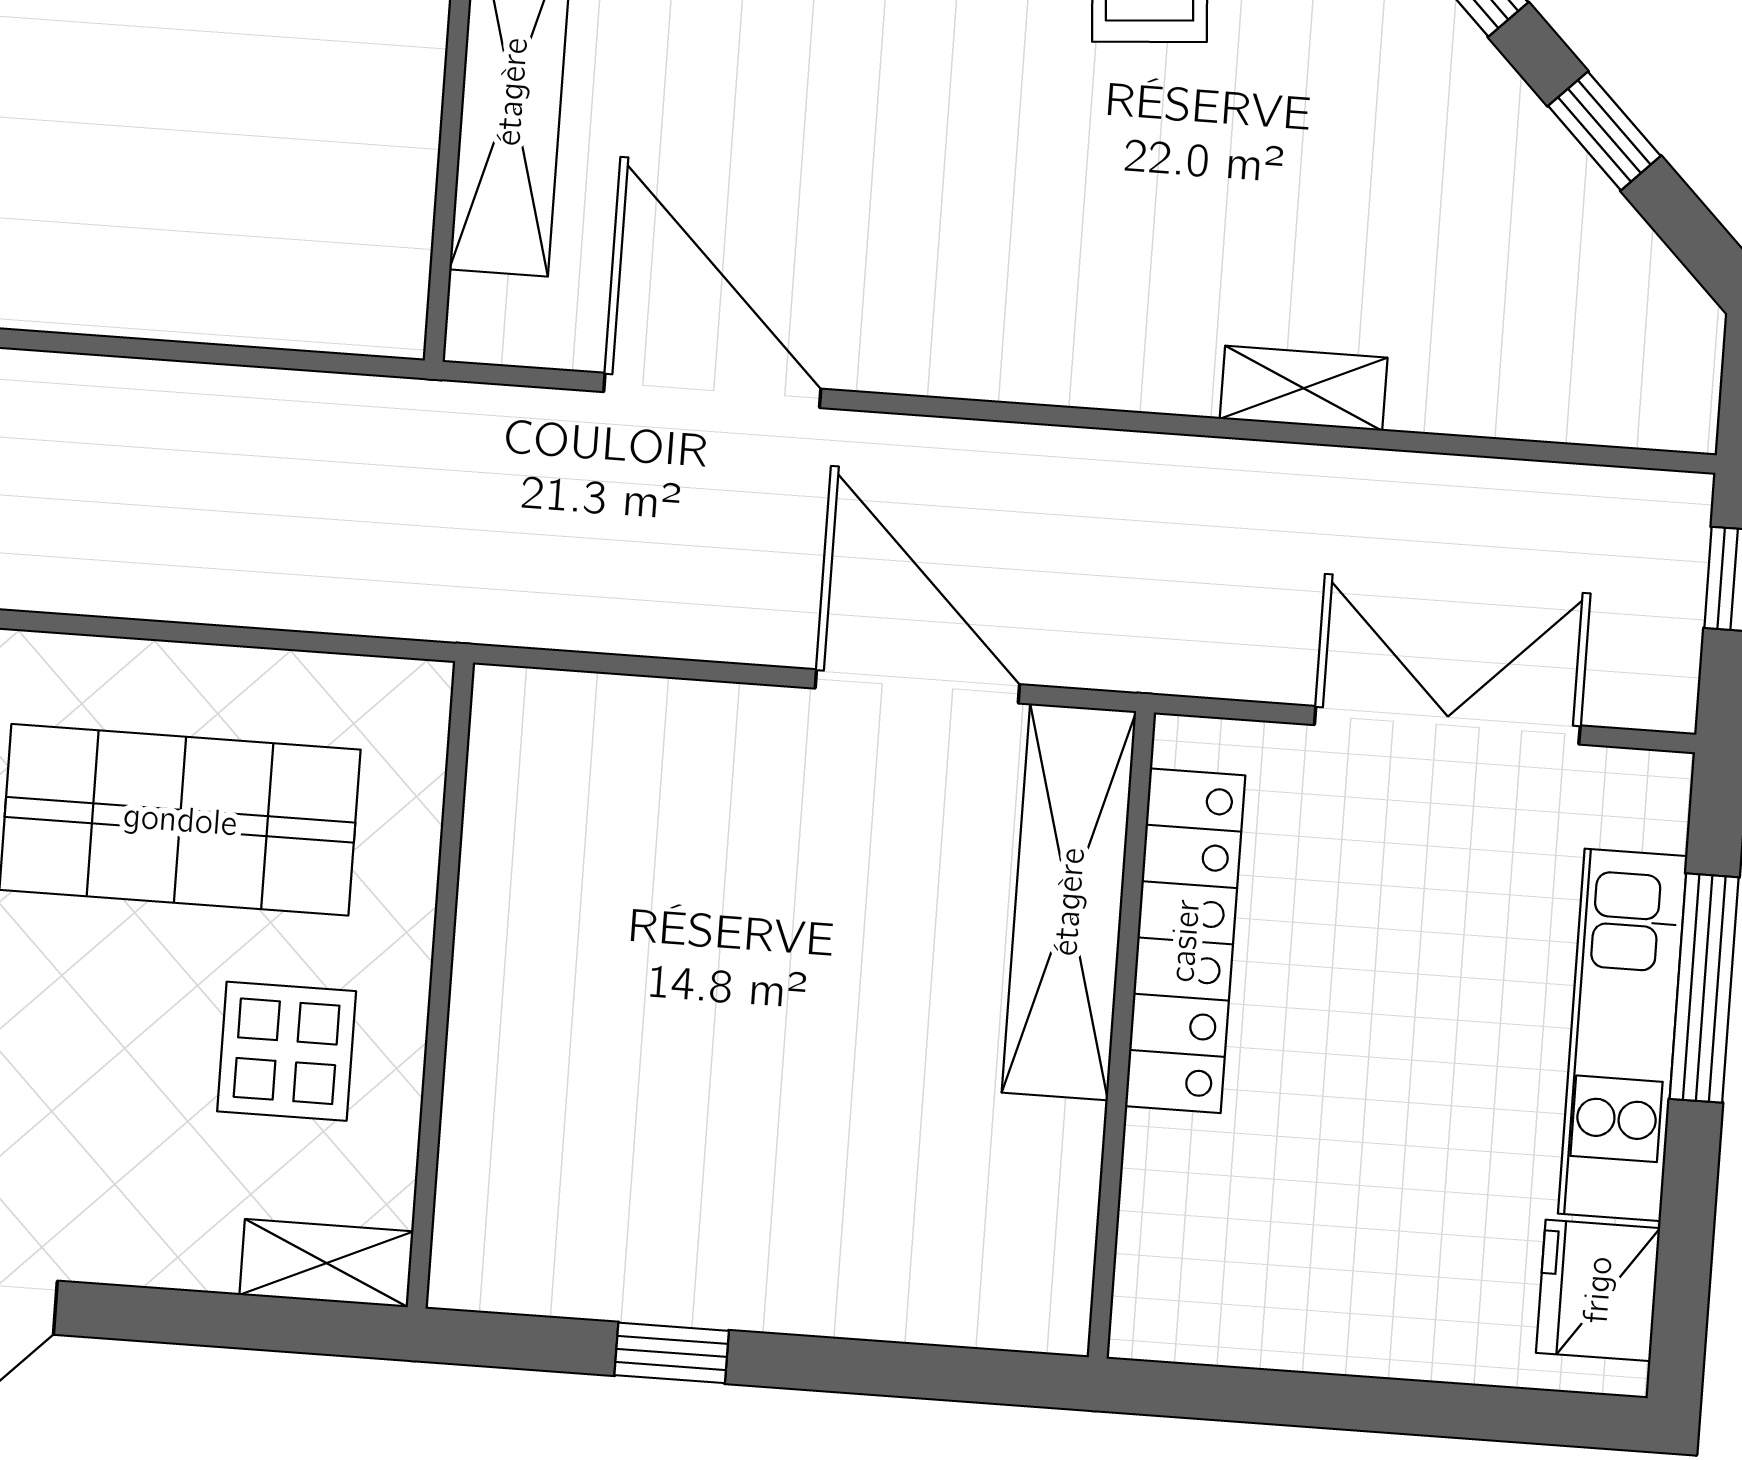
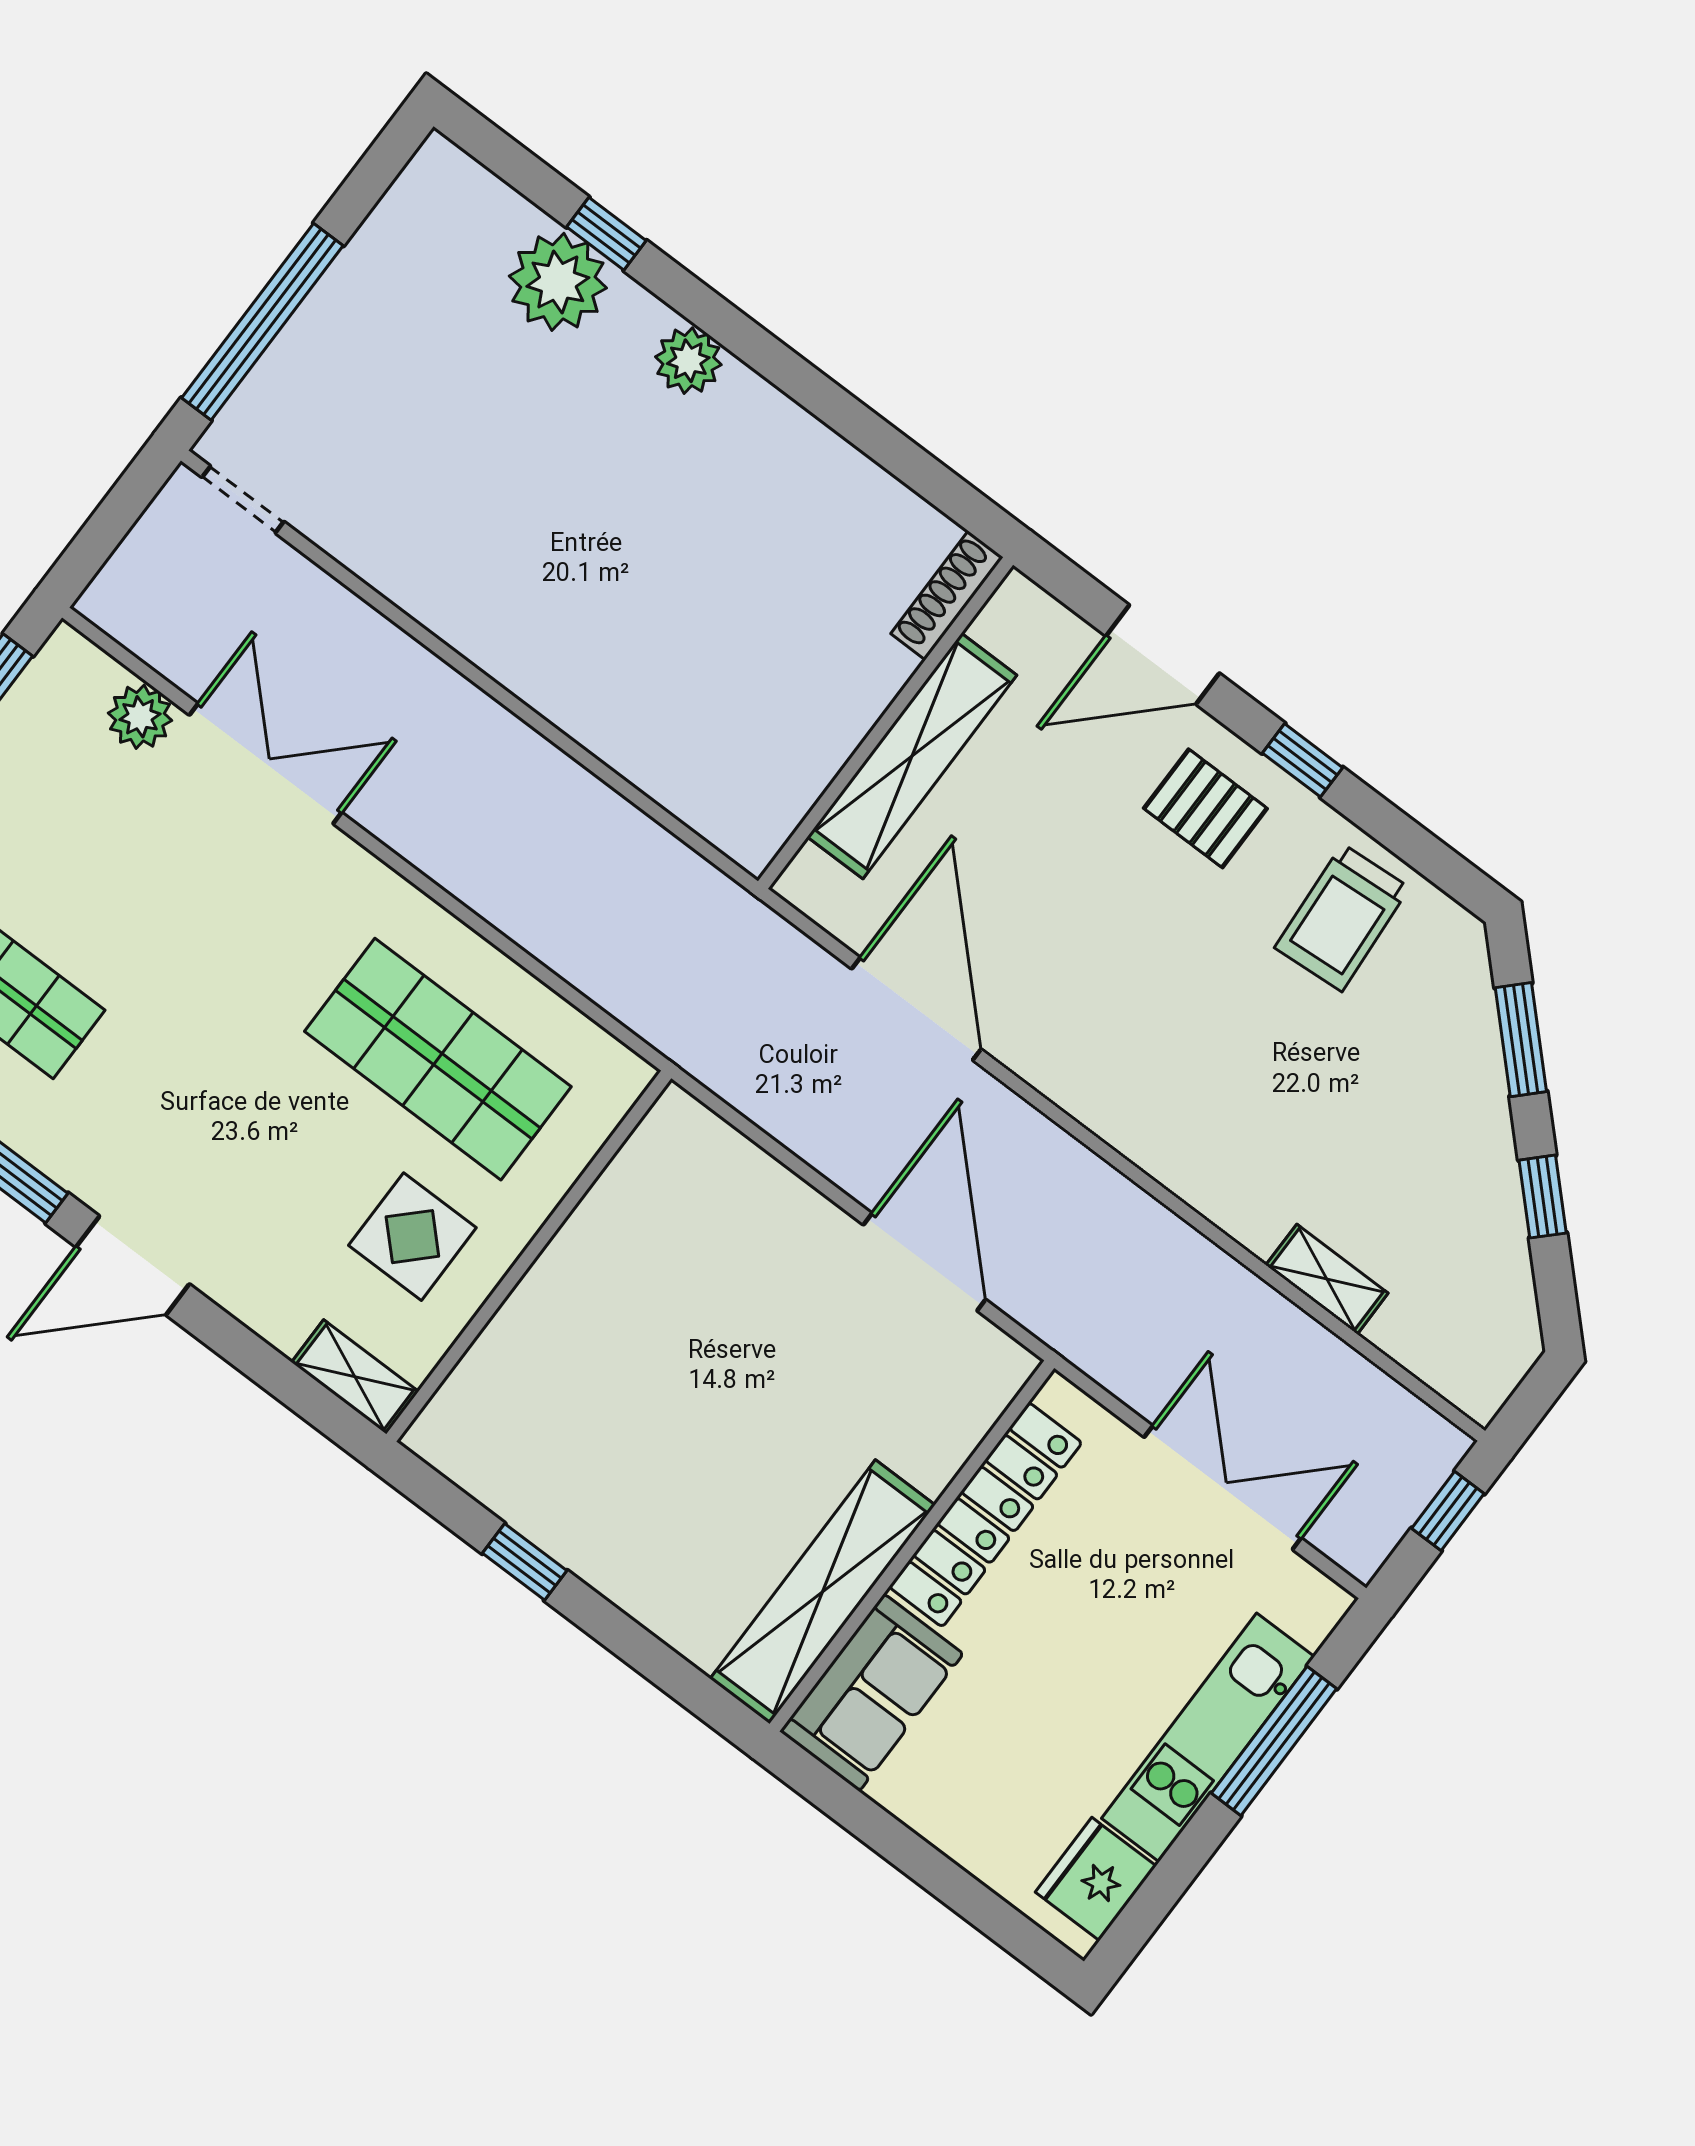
shelving: (1304, 388) -> (1327, 1279), moved
shelving: (1069, 902) -> (822, 1592), moved
sofa: (1186, 1241) -> (871, 1693), added

